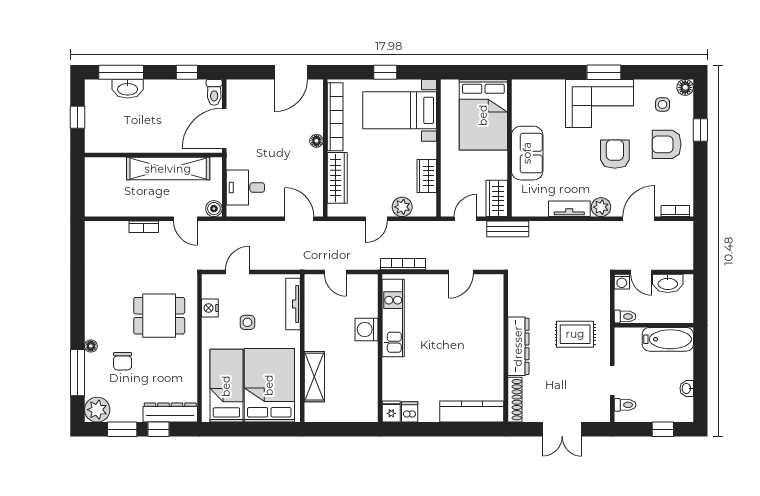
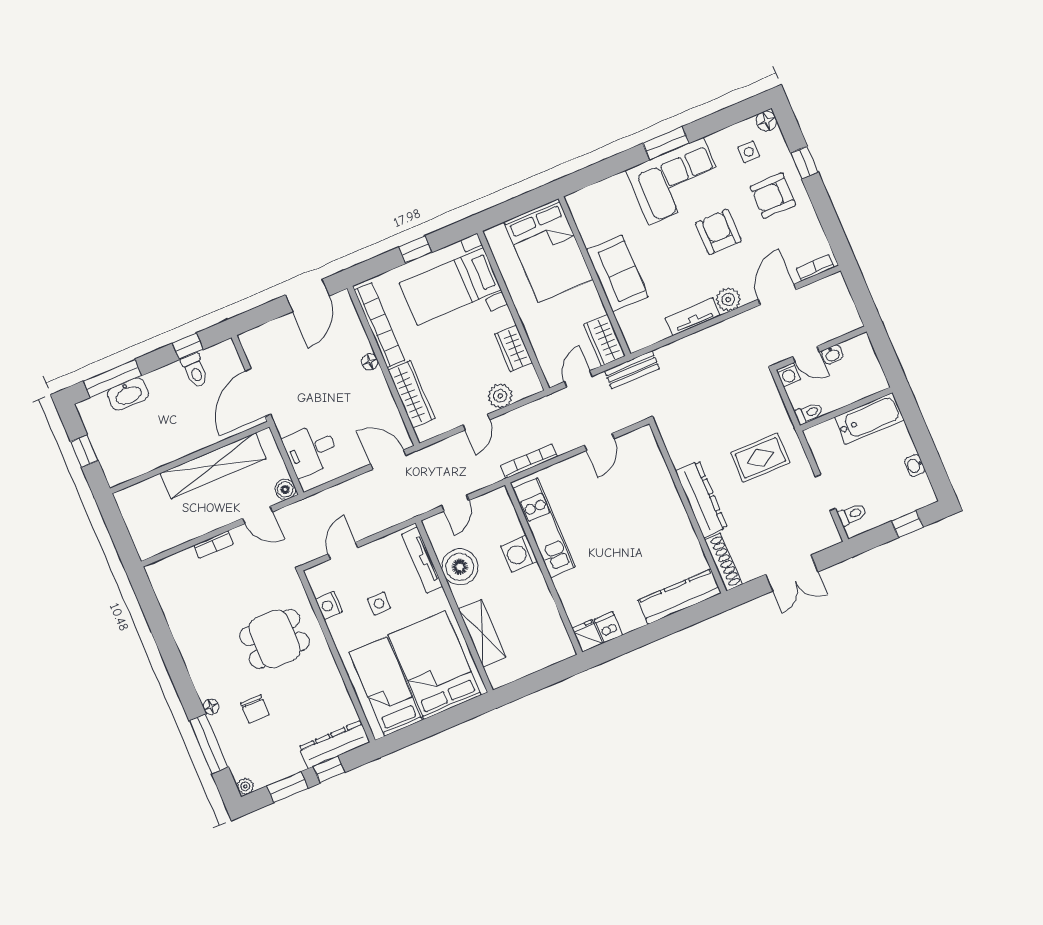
toilet: (214, 92) -> (195, 370), moved
door: (335, 272) -> (455, 503), hinge flipped
washbasin: (668, 283) -> (832, 355), width x0.52, depth x0.69
boiler: (319, 321) -> (460, 567), added
plant: (97, 410) -> (245, 786), width x0.53, depth x0.53

